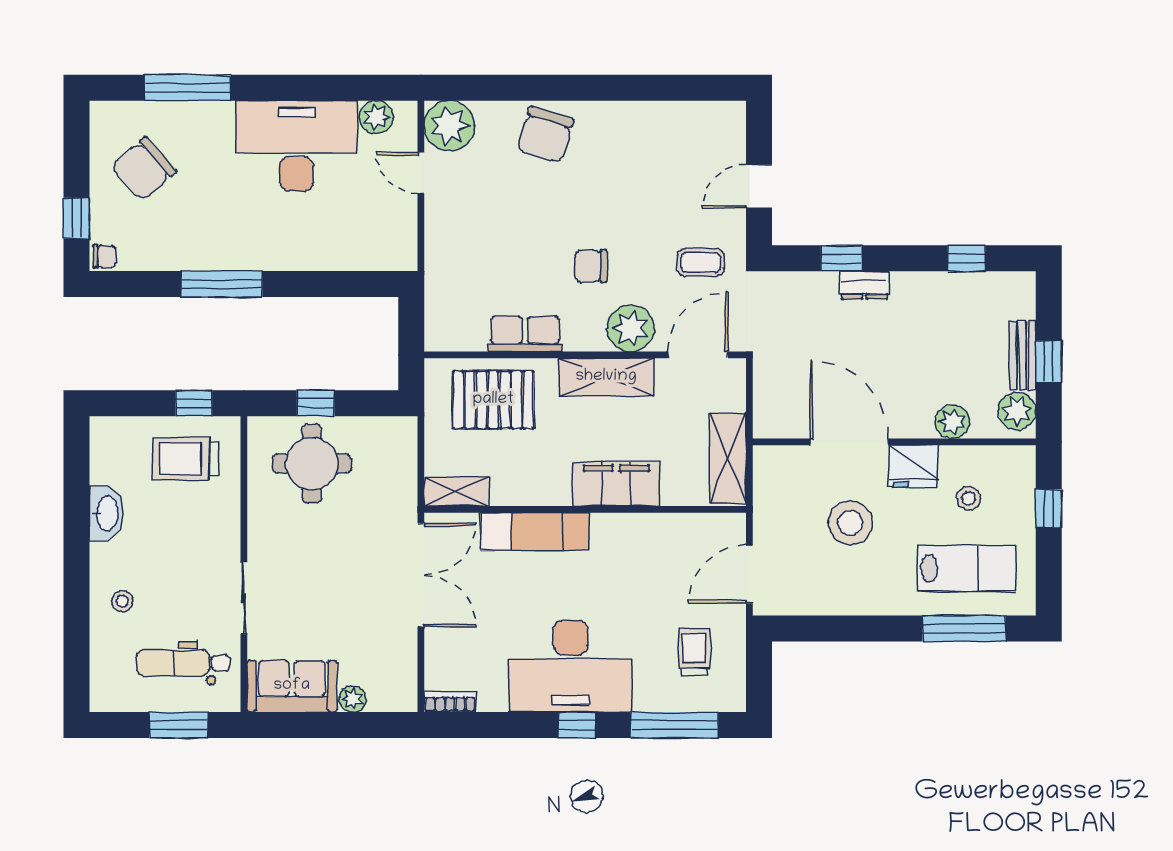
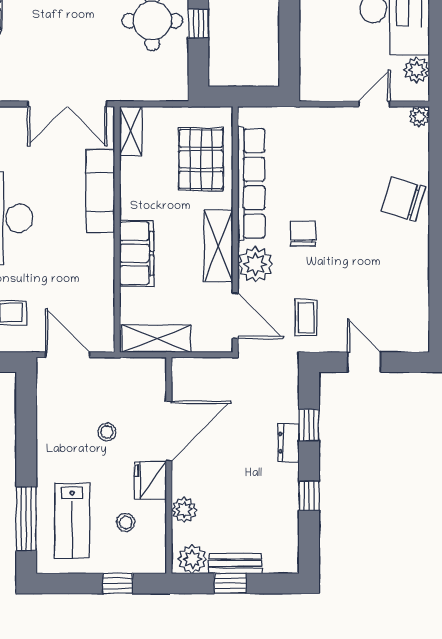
plant: (449, 126) -> (419, 117), width x0.53, depth x0.53
window: (967, 258) -> (309, 496), moved
row of seats: (525, 334) -> (251, 183), width x2.02
stool: (850, 523) -> (107, 432), width x0.53, depth x0.53

